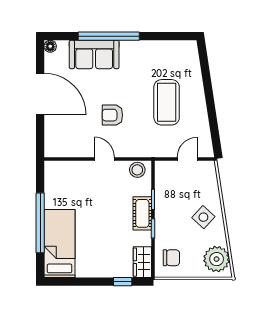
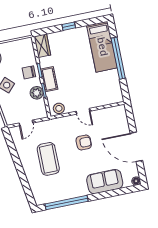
window: (109, 36) -> (67, 203), moved
plant: (164, 198) -> (37, 93), added
chair: (171, 258) -> (29, 72), moved
window: (123, 282) -> (69, 26), moved

